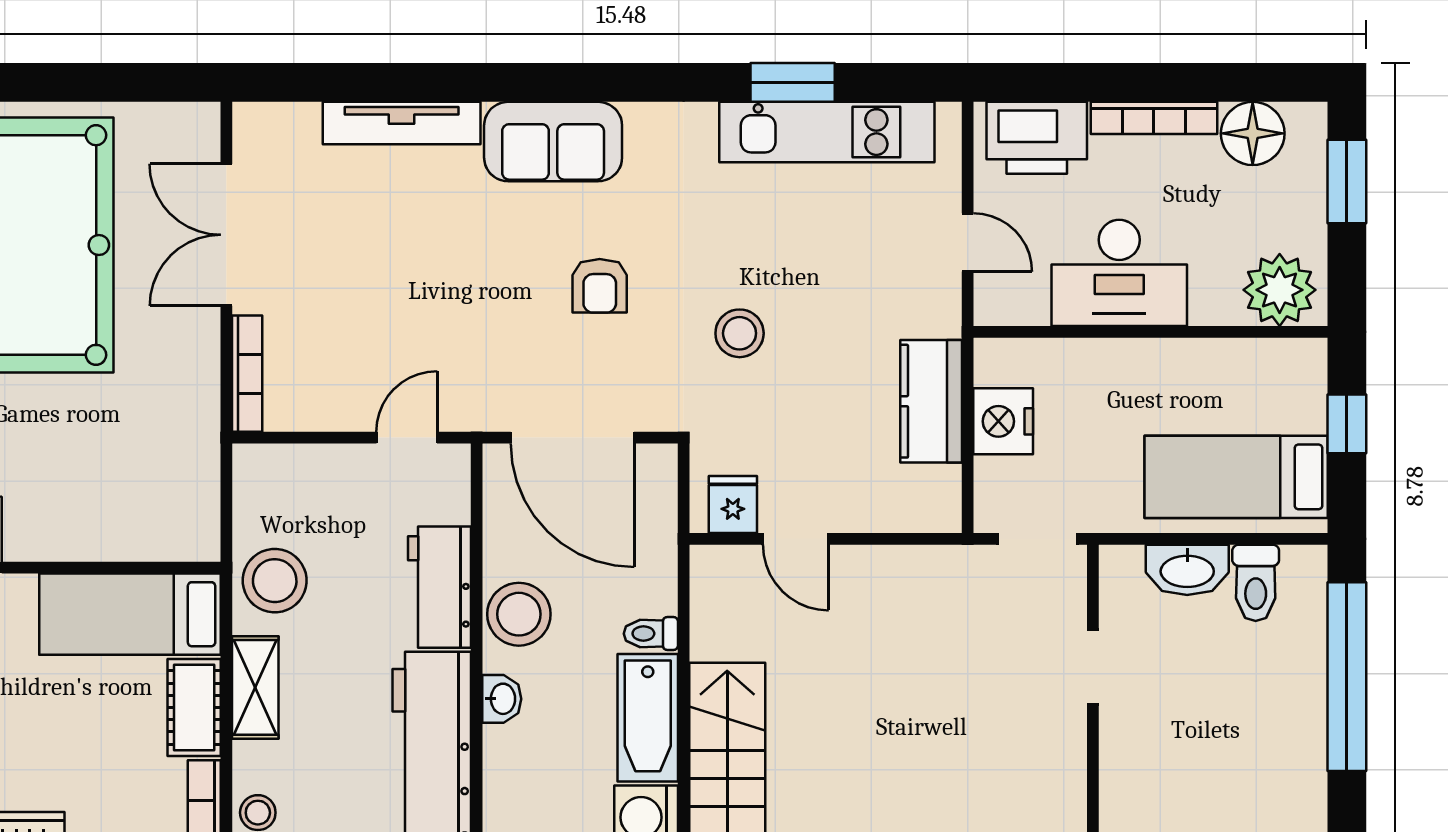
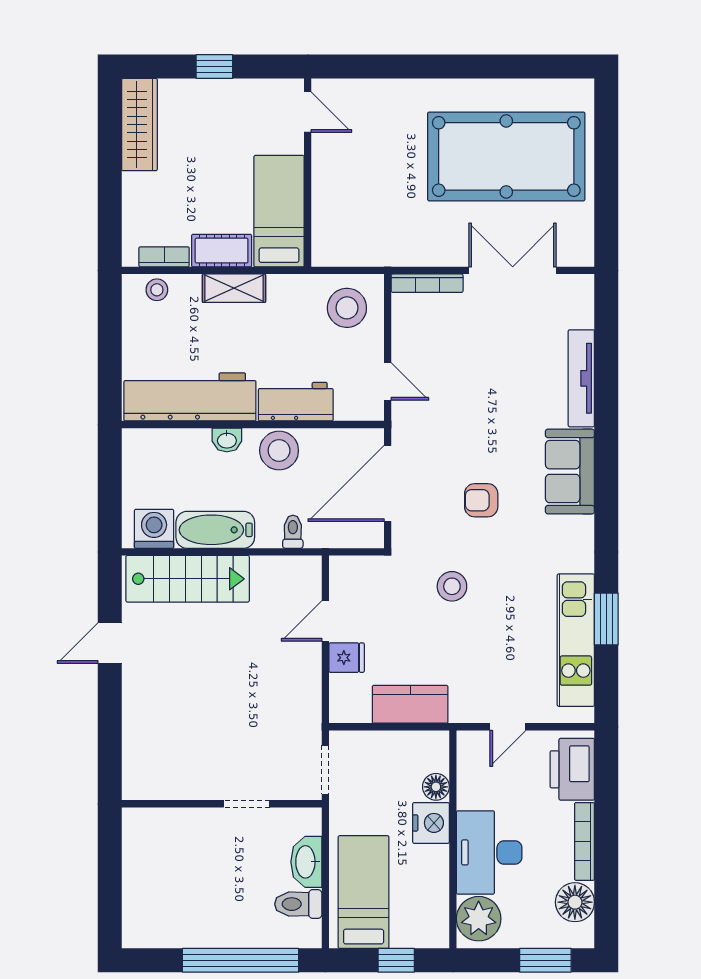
desk: (1119, 273) -> (489, 852), moved
floor lamp: (1065, 359) -> (436, 787), added
nightstand: (1003, 421) -> (431, 823), moved, turned 90
fridge: (733, 504) -> (347, 658), moved
stool: (275, 581) -> (347, 308), moved
toilet: (651, 634) -> (293, 532), moved

